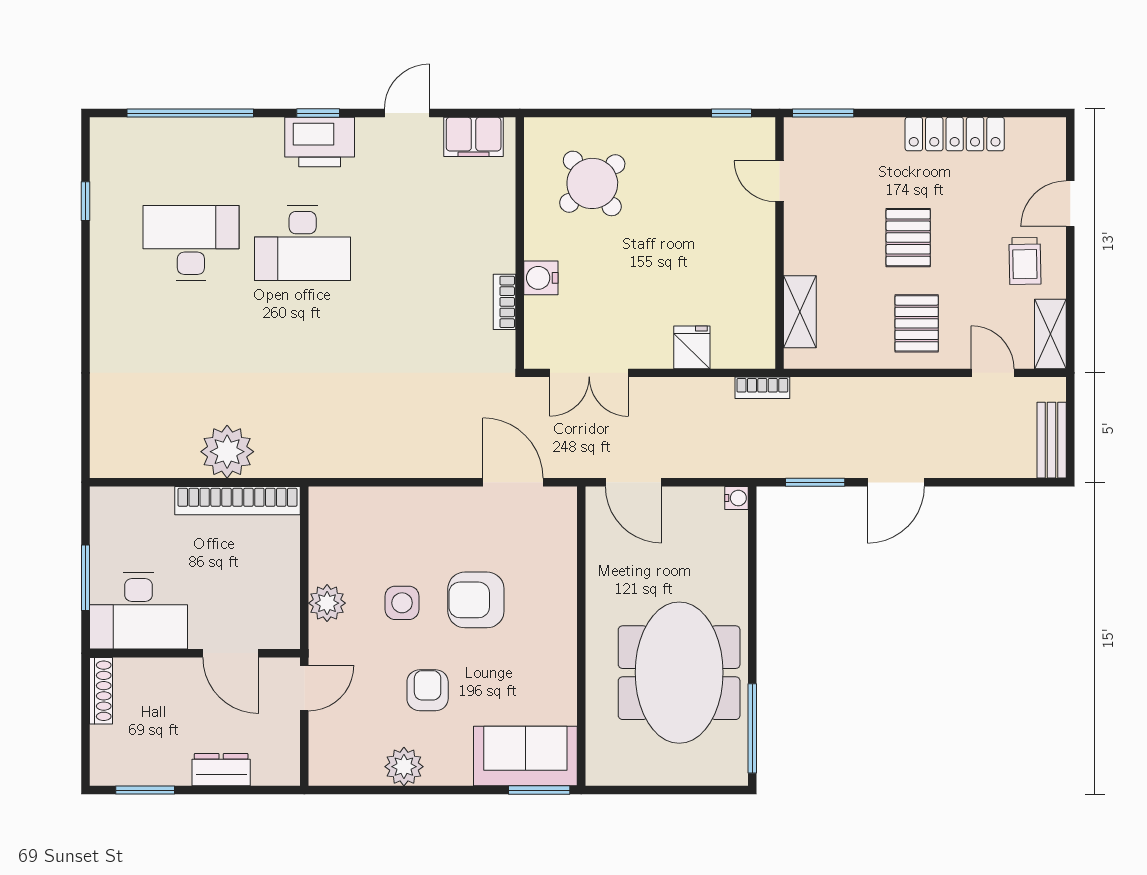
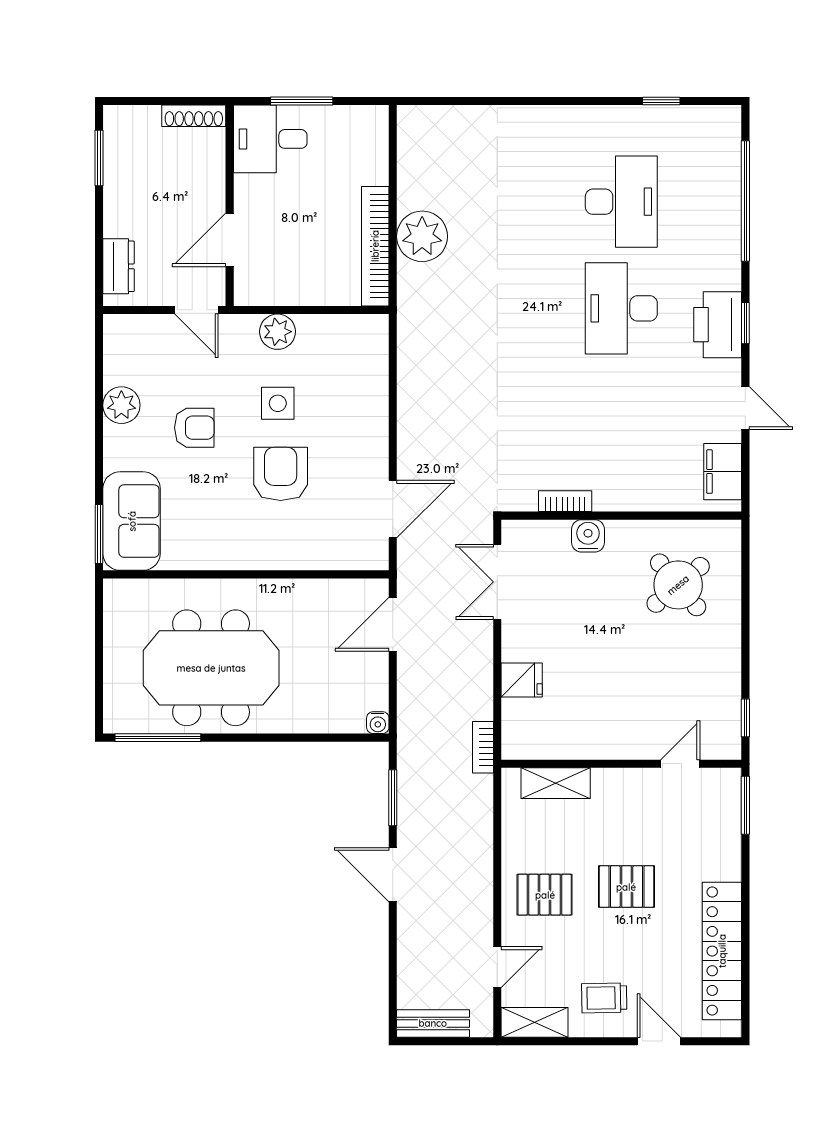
locker: (955, 134) -> (722, 951), width x1.41, depth x1.21
desk: (138, 611) -> (270, 139), width x0.73
dresser: (221, 770) -> (119, 266), moved

